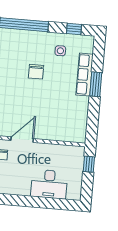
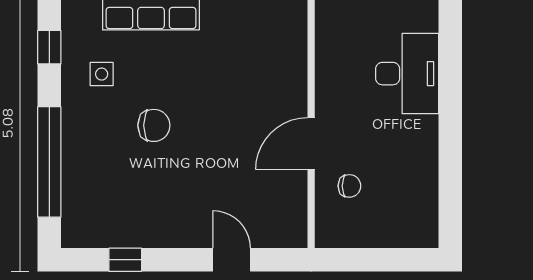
door: (22, 140) -> (311, 144), hinge flipped

